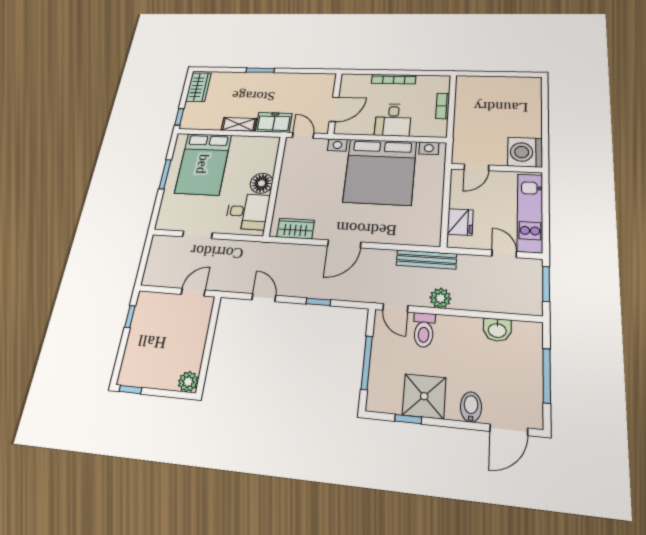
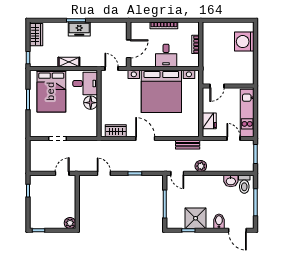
freezer: (274, 122) -> (79, 29), moved, turned 180
washing machine: (525, 152) -> (244, 42), moved
desk: (247, 211) -> (85, 84), moved
door: (344, 244) -> (145, 138), swing flipped
bench: (426, 259) -> (188, 145), width x0.73
toilet: (424, 330) -> (244, 184), moved
door: (509, 430) -> (237, 230), hinge flipped

